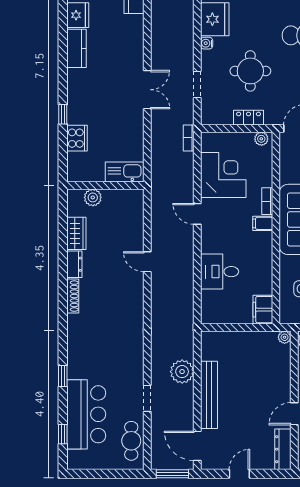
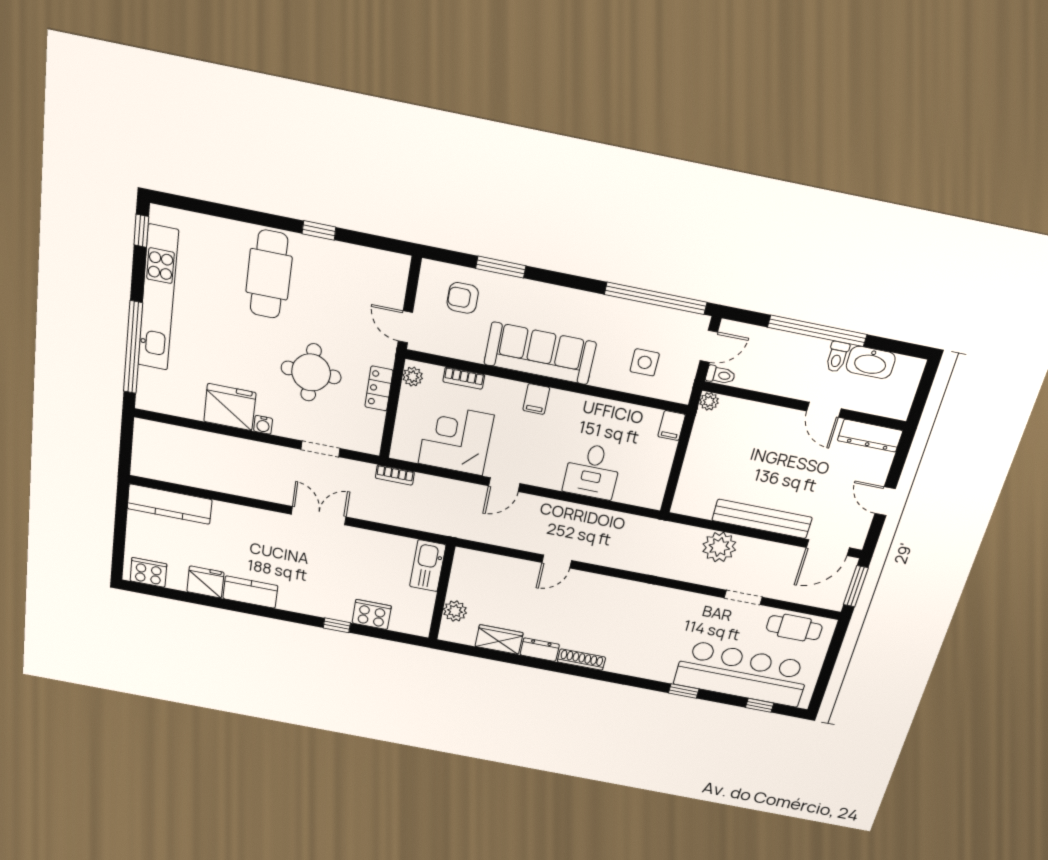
bookcase: (267, 201) -> (464, 378), moved
filing cabinet: (263, 310) -> (672, 426), width x0.50
bar counter: (86, 414) -> (742, 674), width x1.36

